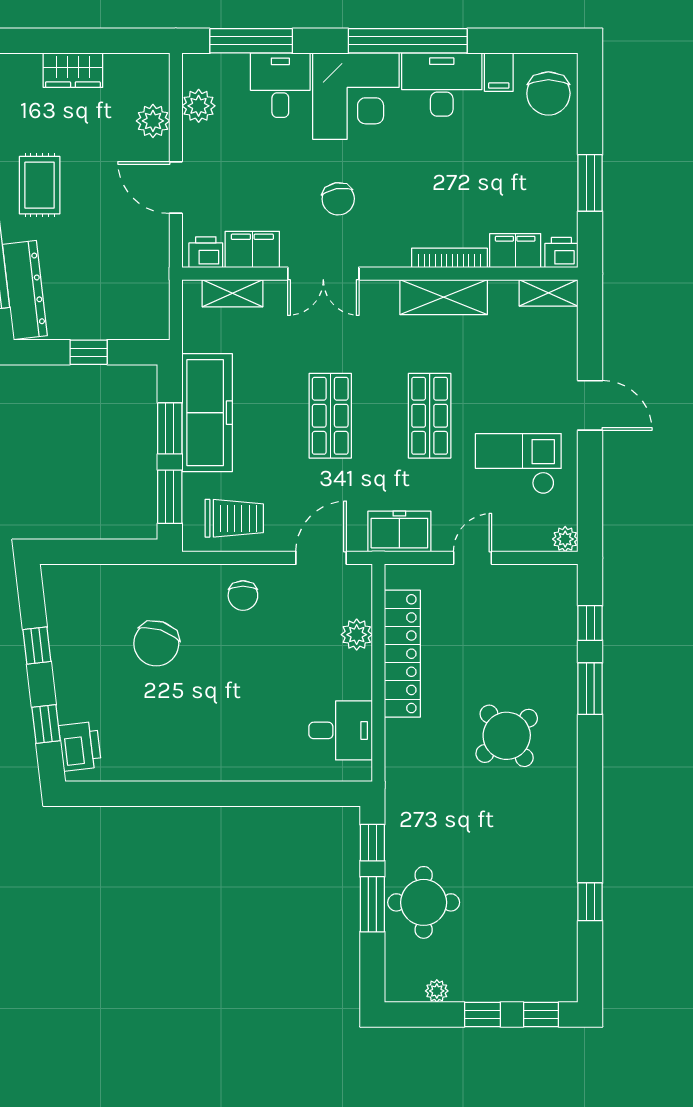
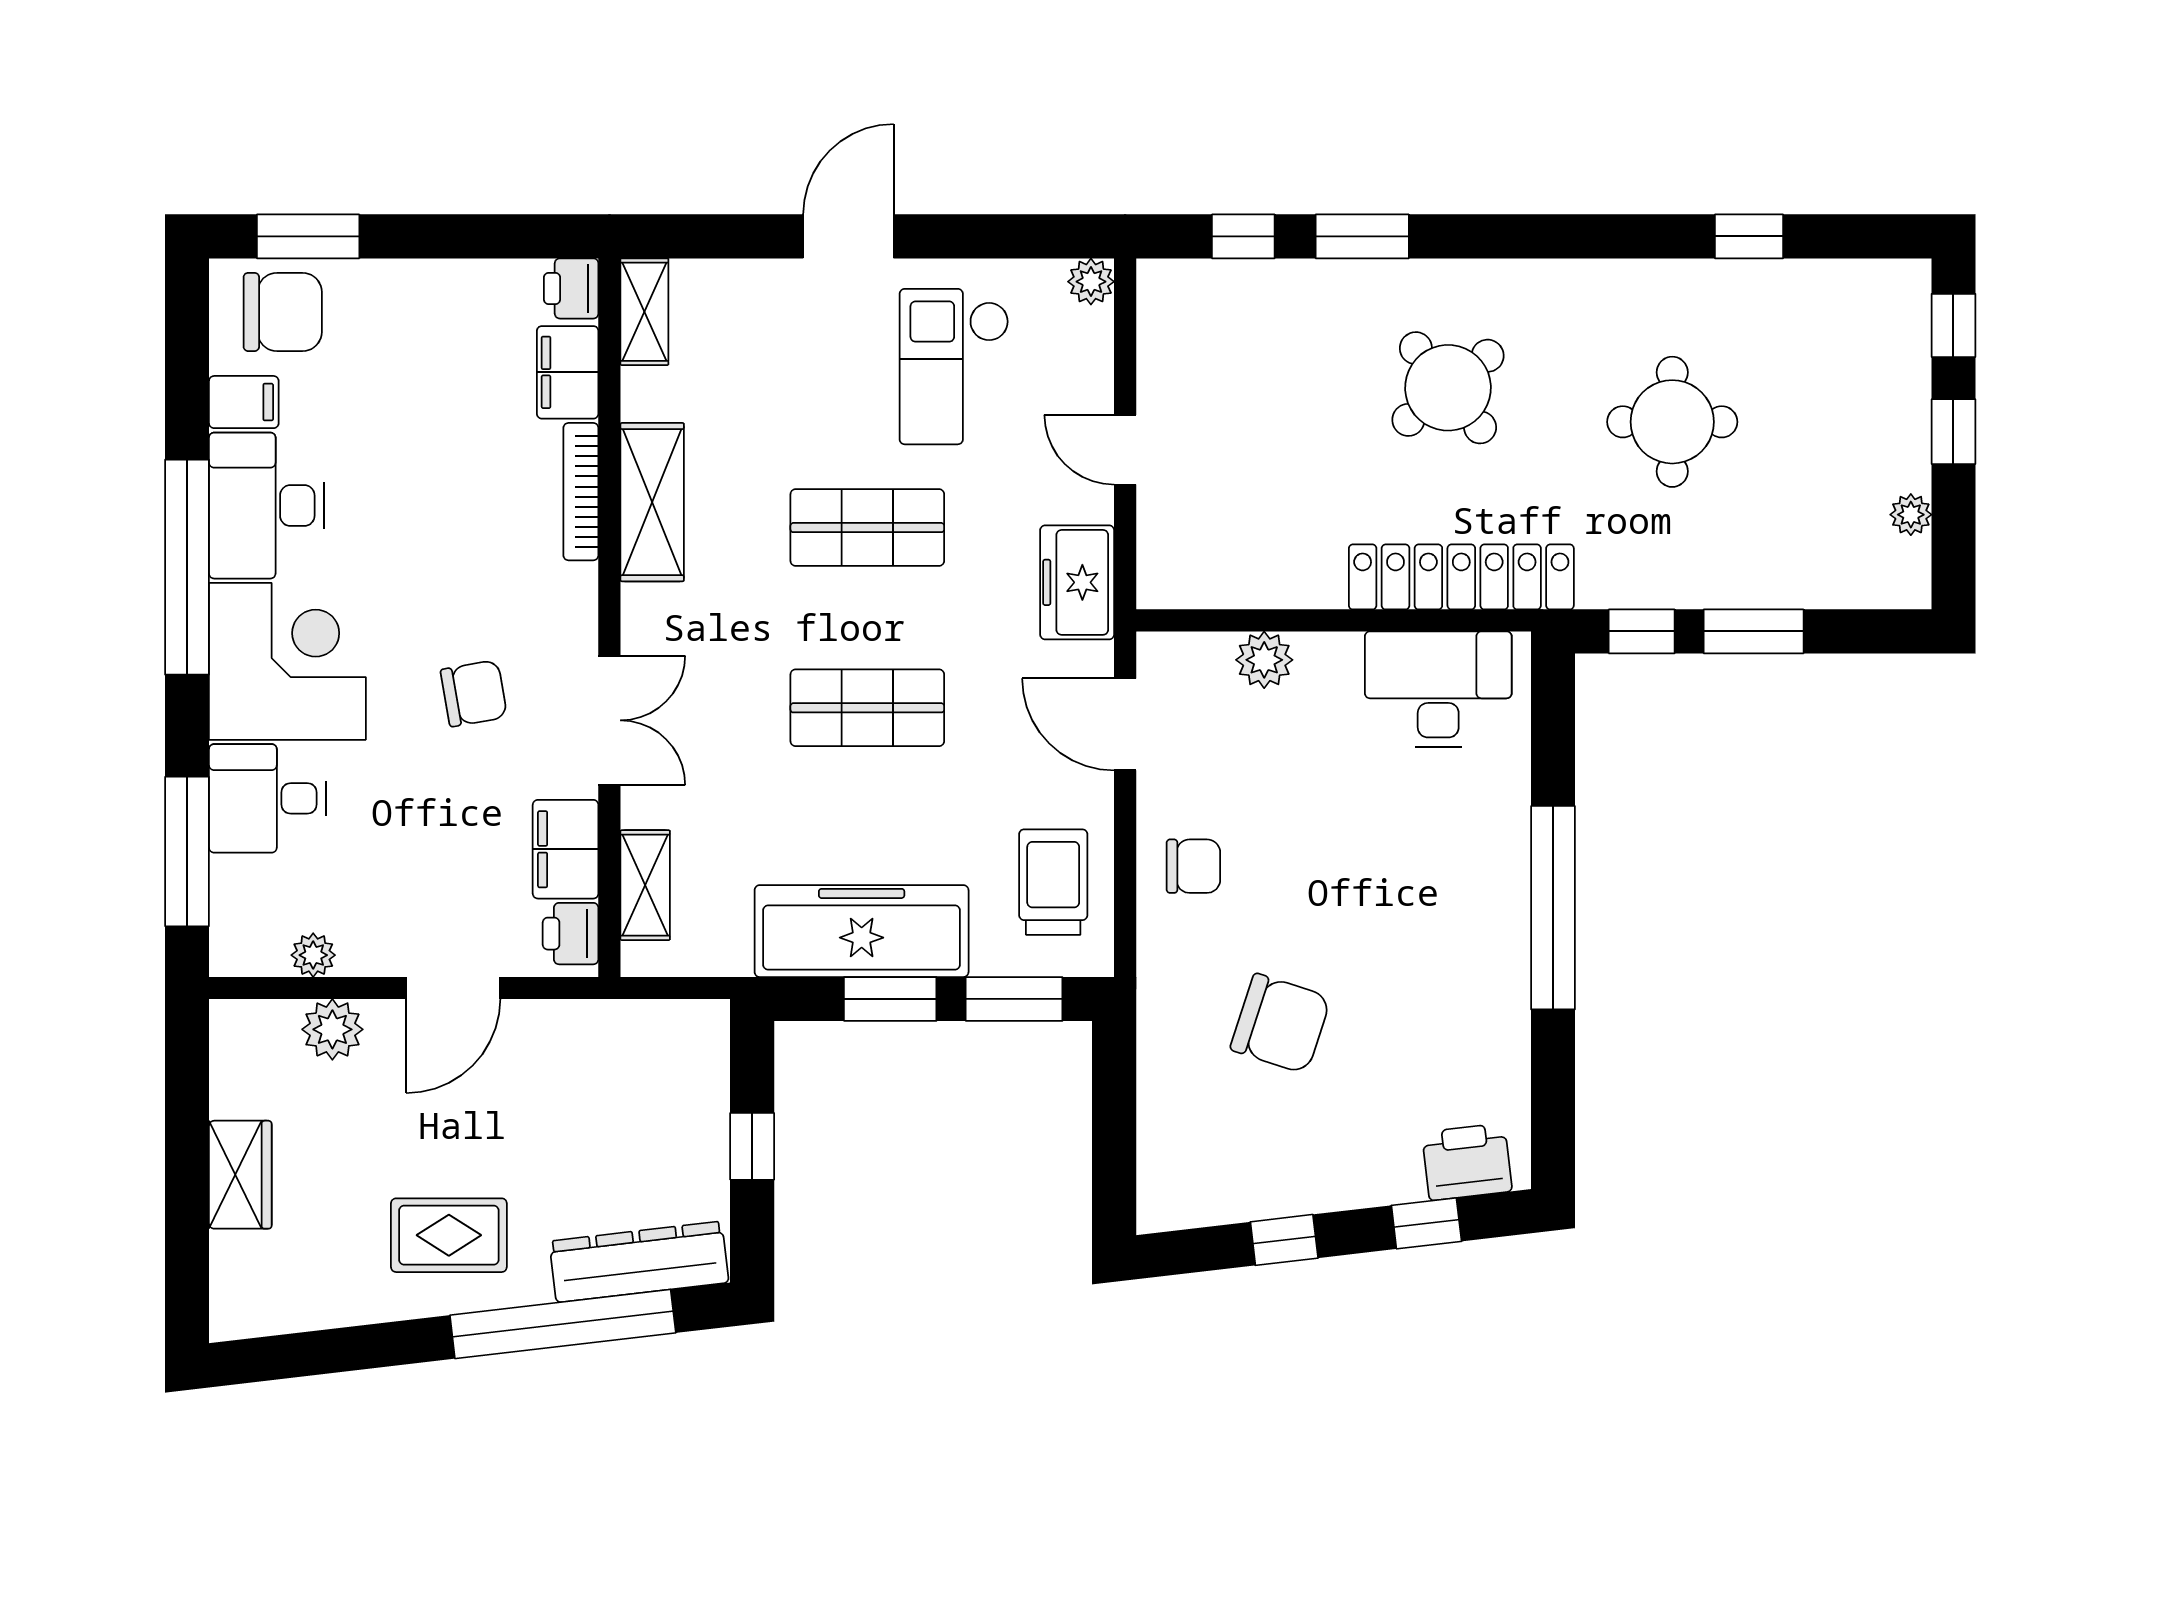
plant: (199, 106) -> (313, 955), width x0.73, depth x0.73
window: (590, 183) -> (308, 236), moved
locker: (402, 654) -> (1461, 577), moved
desk: (341, 730) -> (1438, 689), width x1.37
window: (220, 794) -> (1553, 908), added
round table: (424, 902) -> (1672, 422), moved

